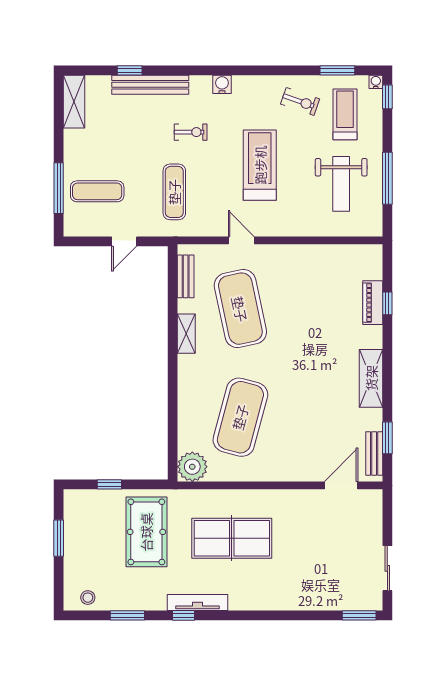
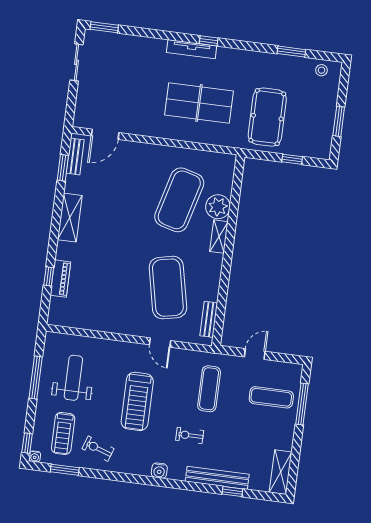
shelving: (186, 334) -> (219, 237), moved
plant: (192, 467) -> (218, 207), moved
tv unit: (197, 603) -> (192, 49), moved
window: (184, 615) -> (209, 41), moved

